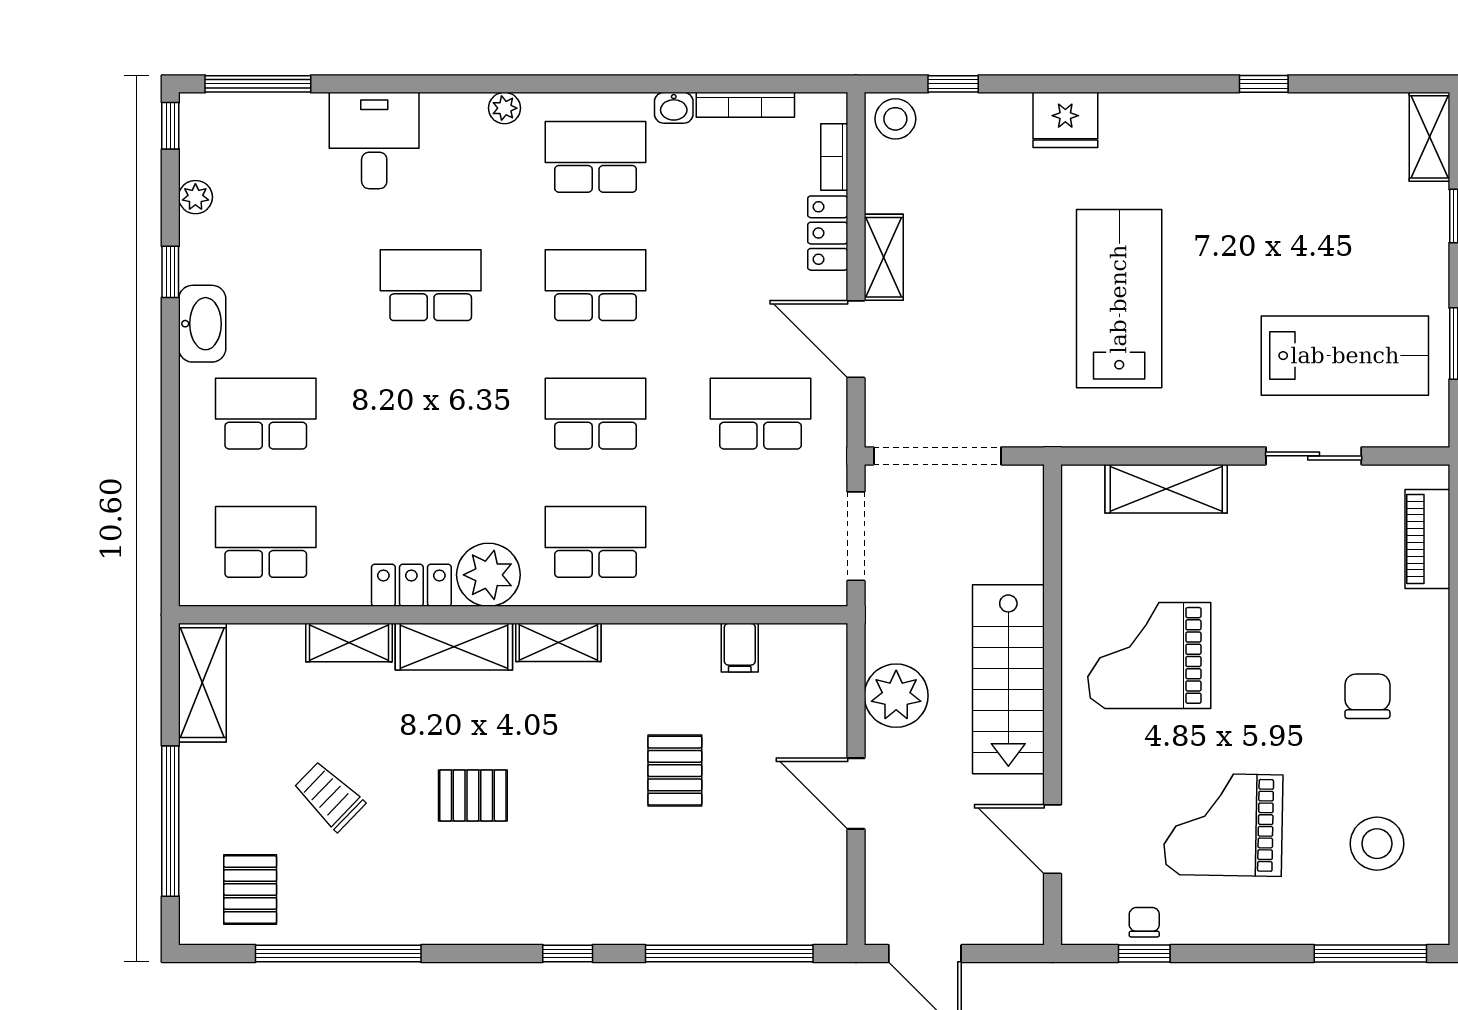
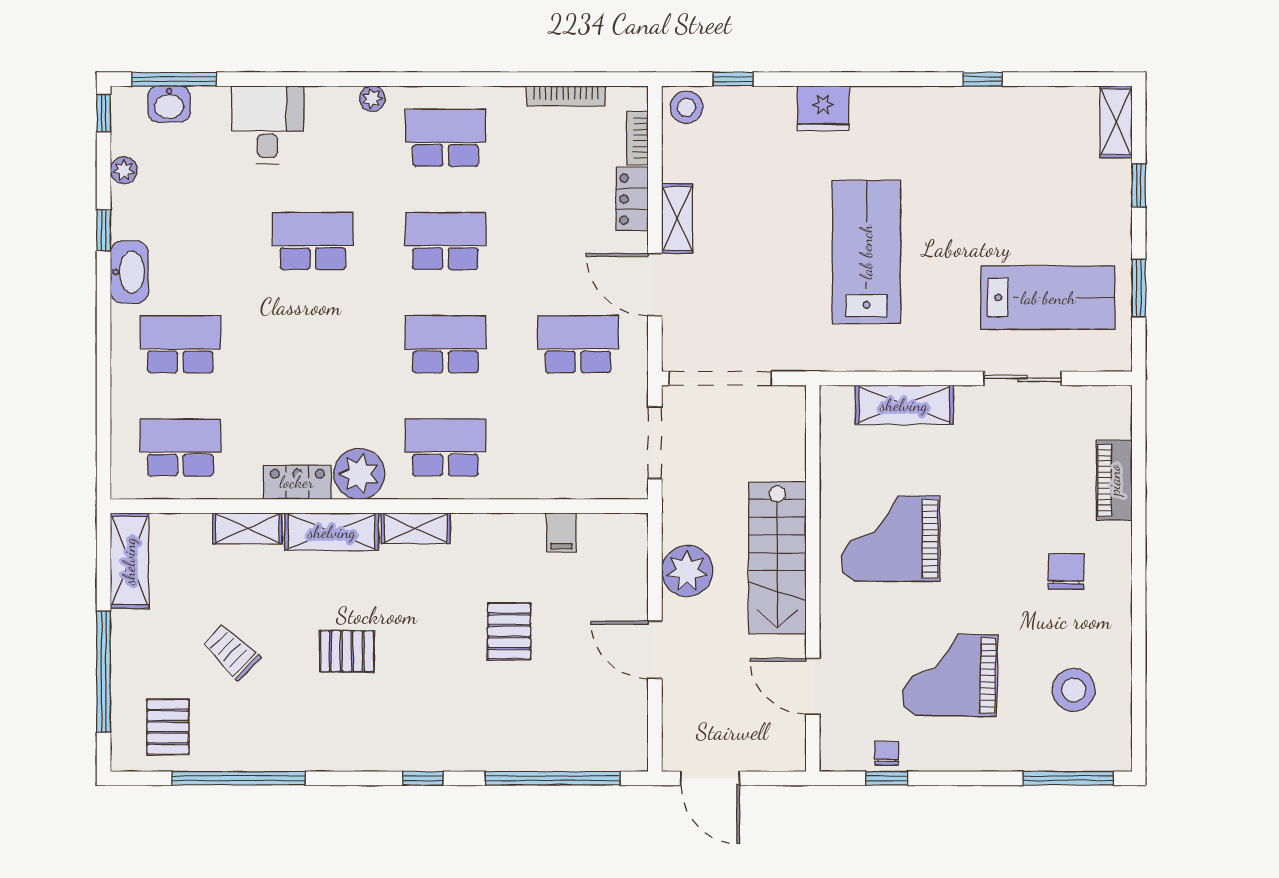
washbasin: (674, 108) -> (169, 104), moved, width x1.38, depth x1.45
piano: (1427, 539) -> (1114, 480), moved

